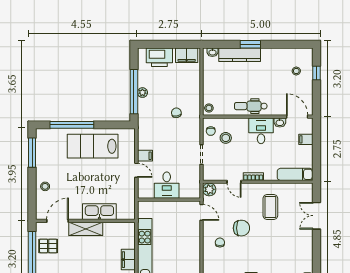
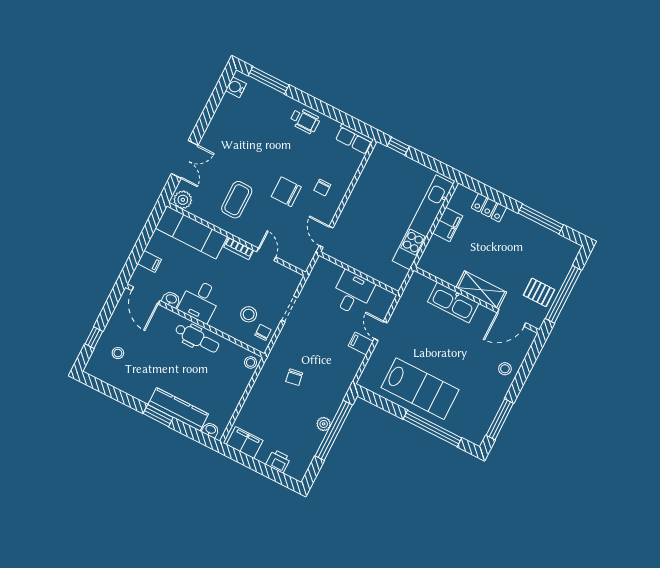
printer: (159, 57) -> (278, 461), width x0.53, depth x0.68
exam couch: (295, 174) -> (191, 232), width x1.36, depth x1.45
plant: (209, 189) -> (183, 200), moved

